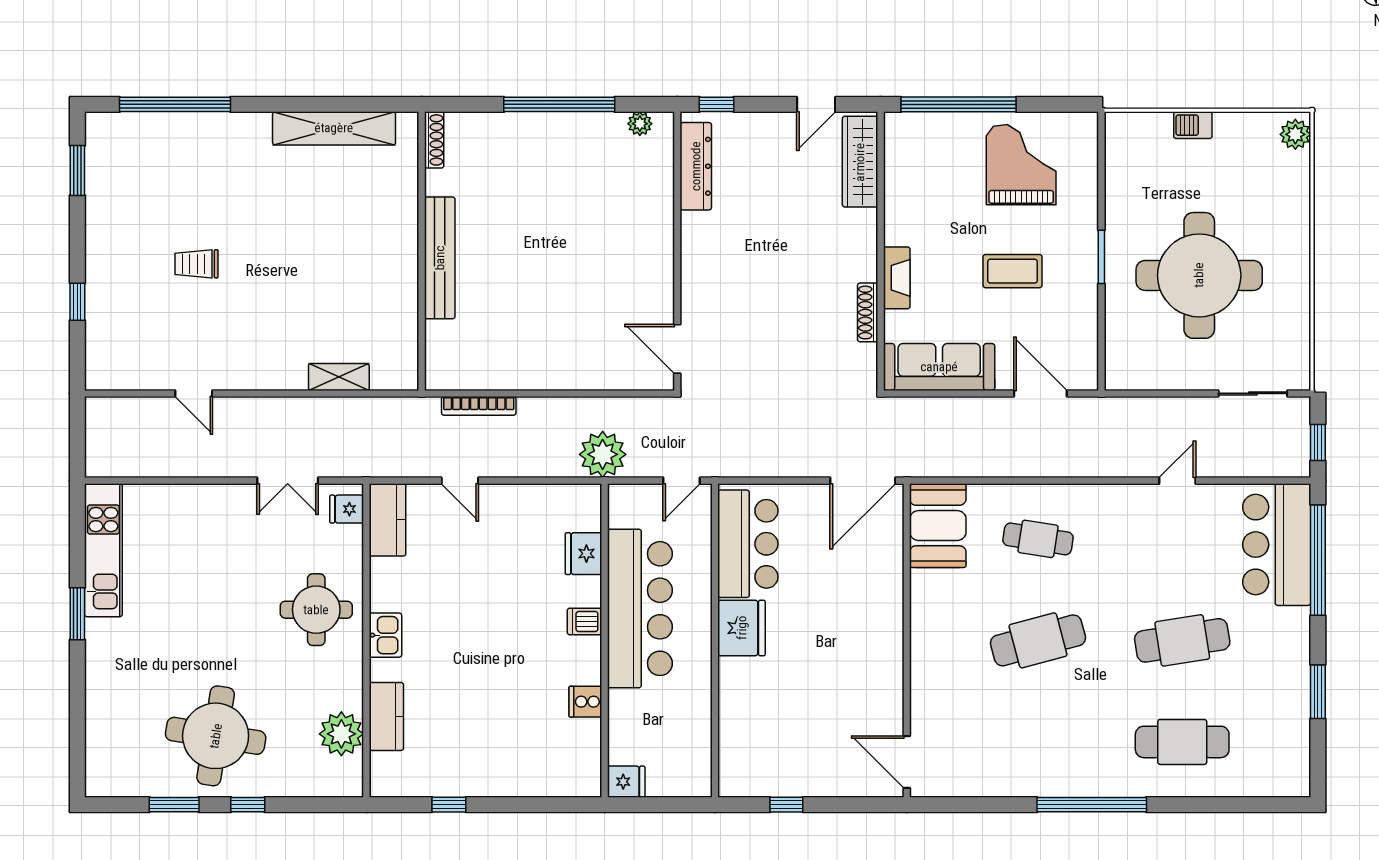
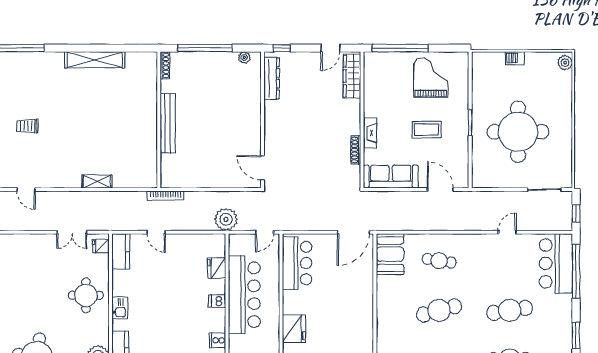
shoe rack: (434, 140) -> (165, 65), moved
wall: (422, 251) -> (159, 120), moved
bench: (440, 258) -> (168, 123), moved
fridge: (742, 628) -> (294, 329), moved

